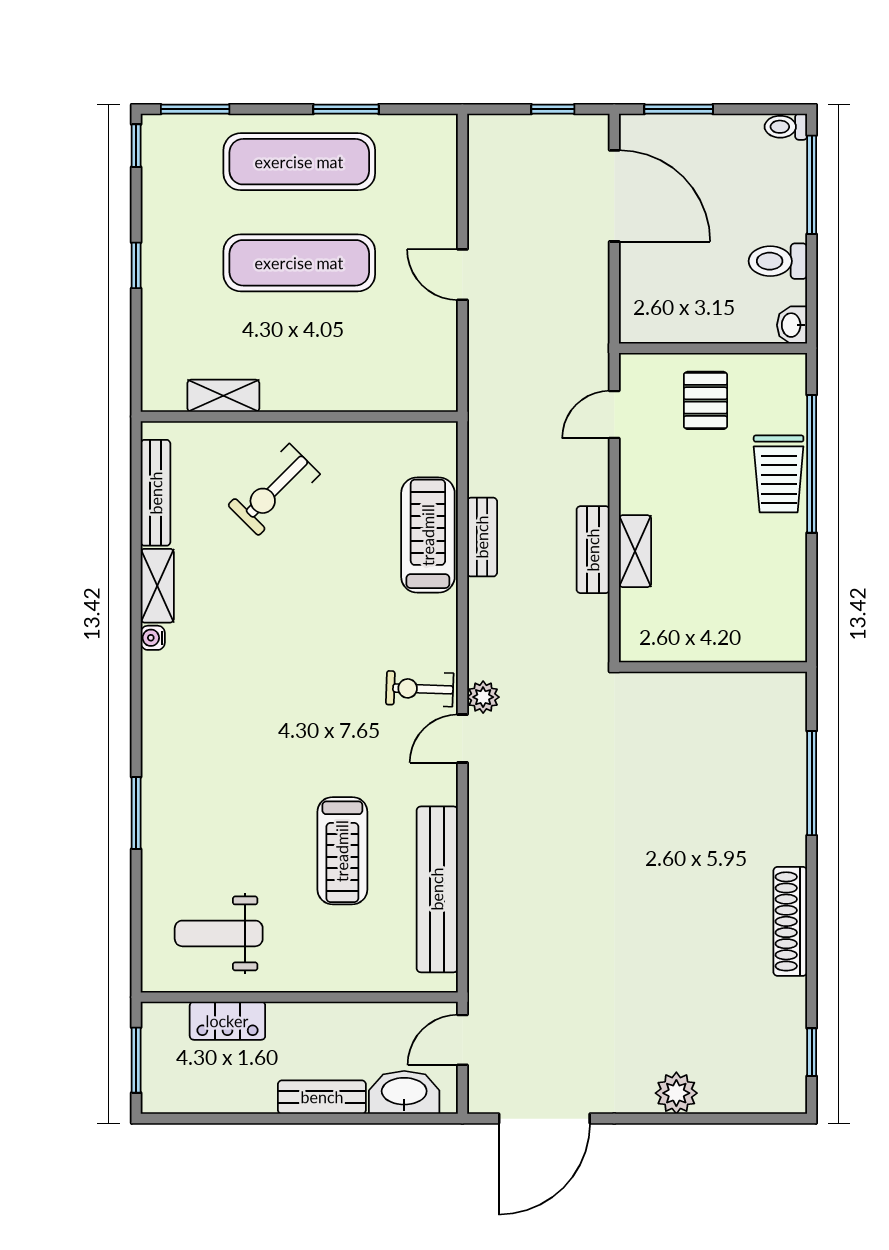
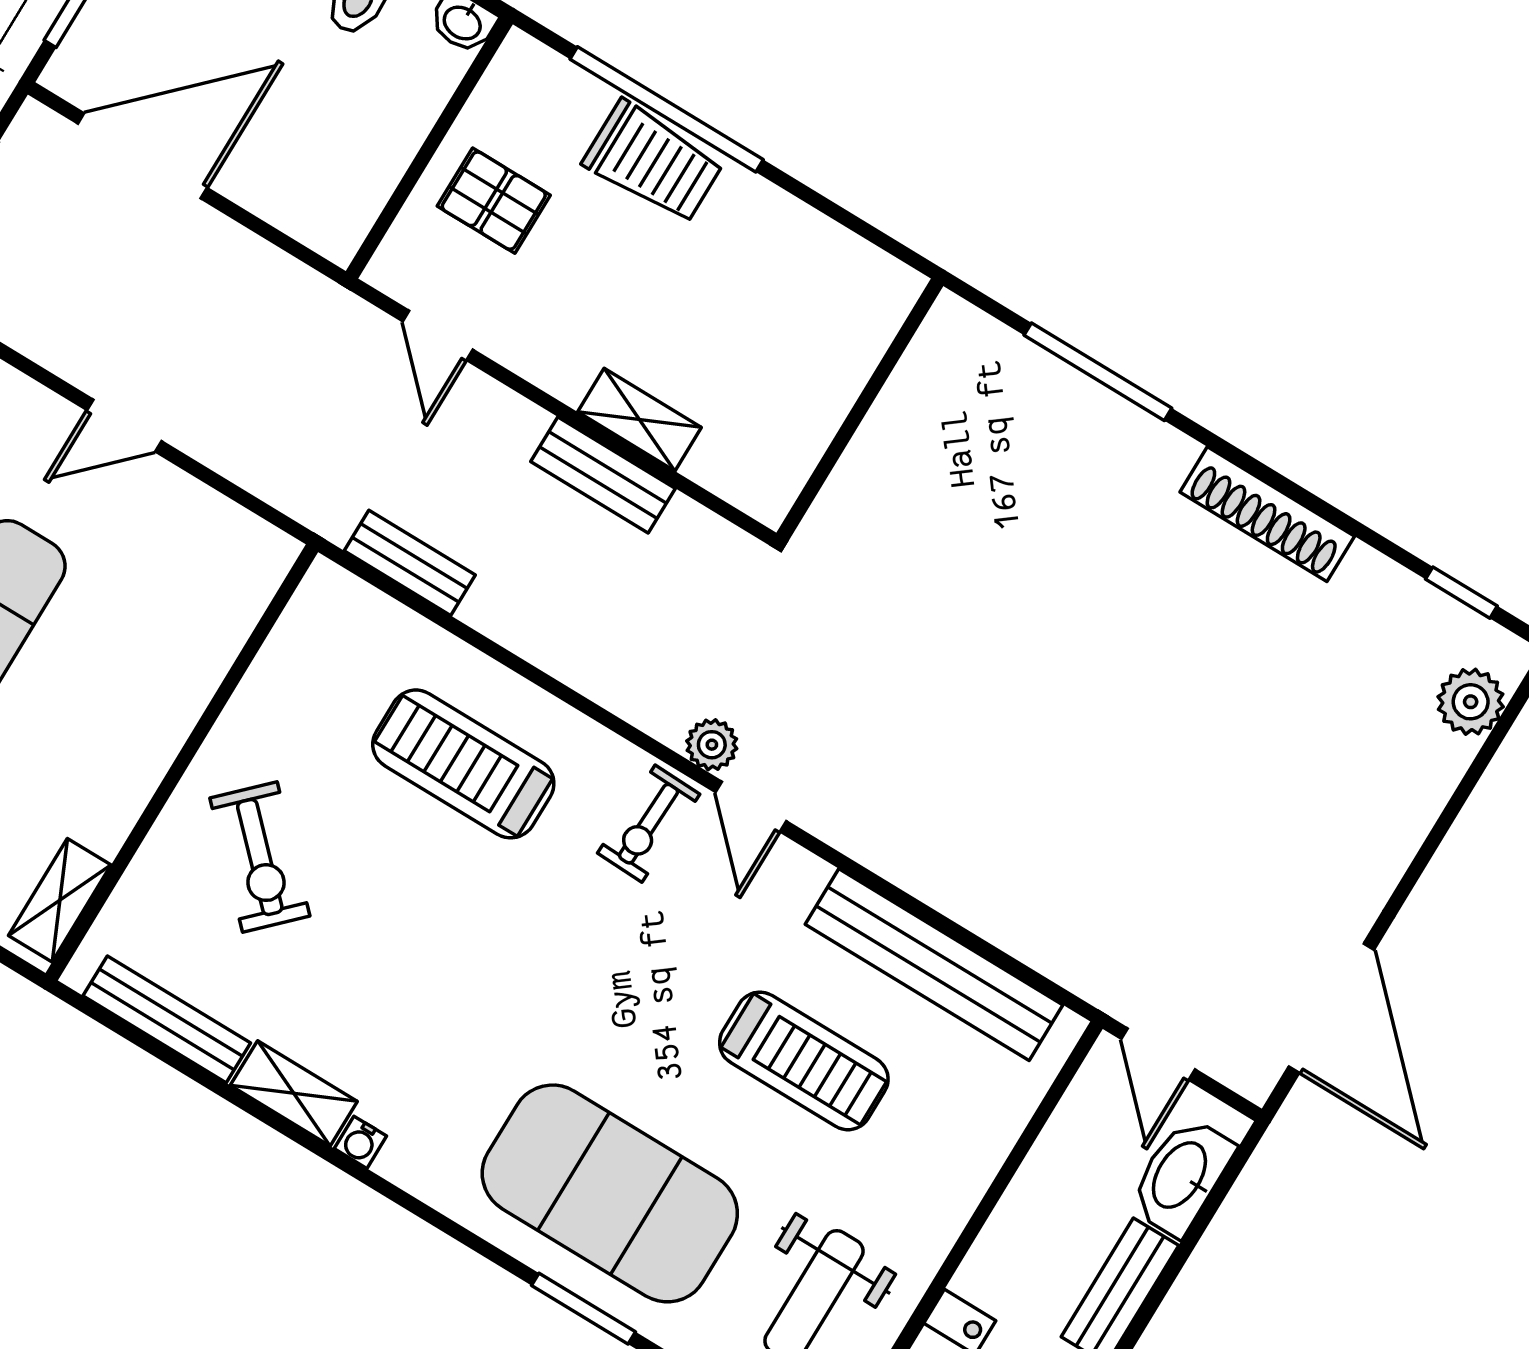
shelving: (223, 396) -> (60, 900), moved
treadmill: (428, 535) -> (463, 764), moved
bench: (482, 537) -> (410, 563), moved
exercise mat: (207, 789) -> (610, 1193), added
plant: (676, 1093) -> (1471, 702), moved

